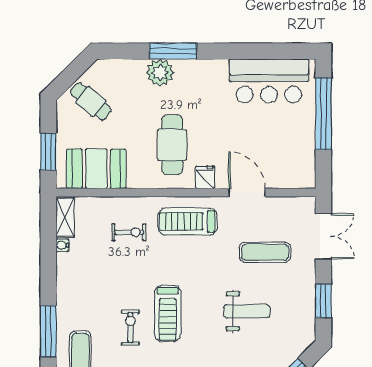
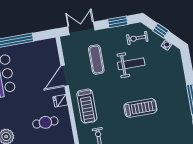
cafe table: (172, 145) -> (45, 122), width x0.73, depth x0.74
weight bench: (247, 311) -> (131, 64), turned 90
exercise bike: (130, 328) -> (137, 38), moved

